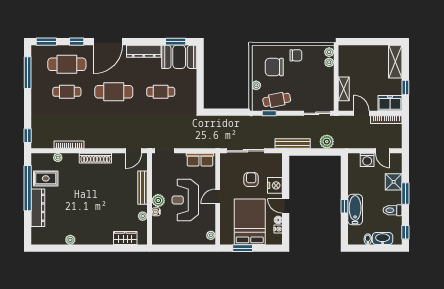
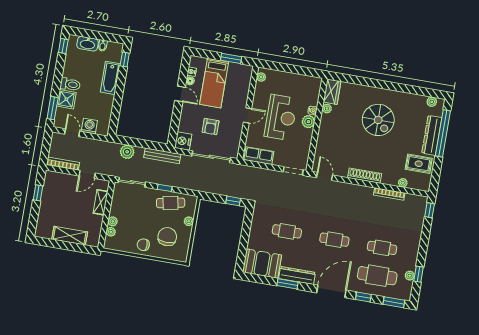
window: (176, 42) -> (288, 284), moved
plant: (329, 52) -> (113, 221), moved
shelving: (395, 62) -> (70, 236), moved, turned 90
chair: (274, 67) -> (167, 237), turned -90
plant: (36, 70) -> (410, 276), added
window: (28, 73) -> (419, 274), width x0.46
cafe table: (114, 92) -> (334, 240), width x0.73, depth x0.74
freezer: (390, 103) -> (56, 180), removed
window: (217, 112) -> (233, 201), added
window: (269, 113) -> (165, 188), moved
door: (361, 113) -> (87, 174), hinge flipped
door: (134, 151) -> (325, 176), hinge flipped
nightstand: (275, 185) -> (183, 141), moved
window: (28, 188) -> (443, 133), moved
bench: (143, 188) -> (322, 137), removed
window: (405, 193) -> (53, 108), moved
window: (344, 206) -> (125, 60), moved
toilet: (392, 210) -> (70, 84), moved
spiral stairs: (92, 214) -> (378, 120), added
bed: (250, 222) -> (214, 83), width x0.67
wardrobe: (125, 238) -> (332, 92), moved, turned -90
plant: (70, 240) -> (432, 102), moved

